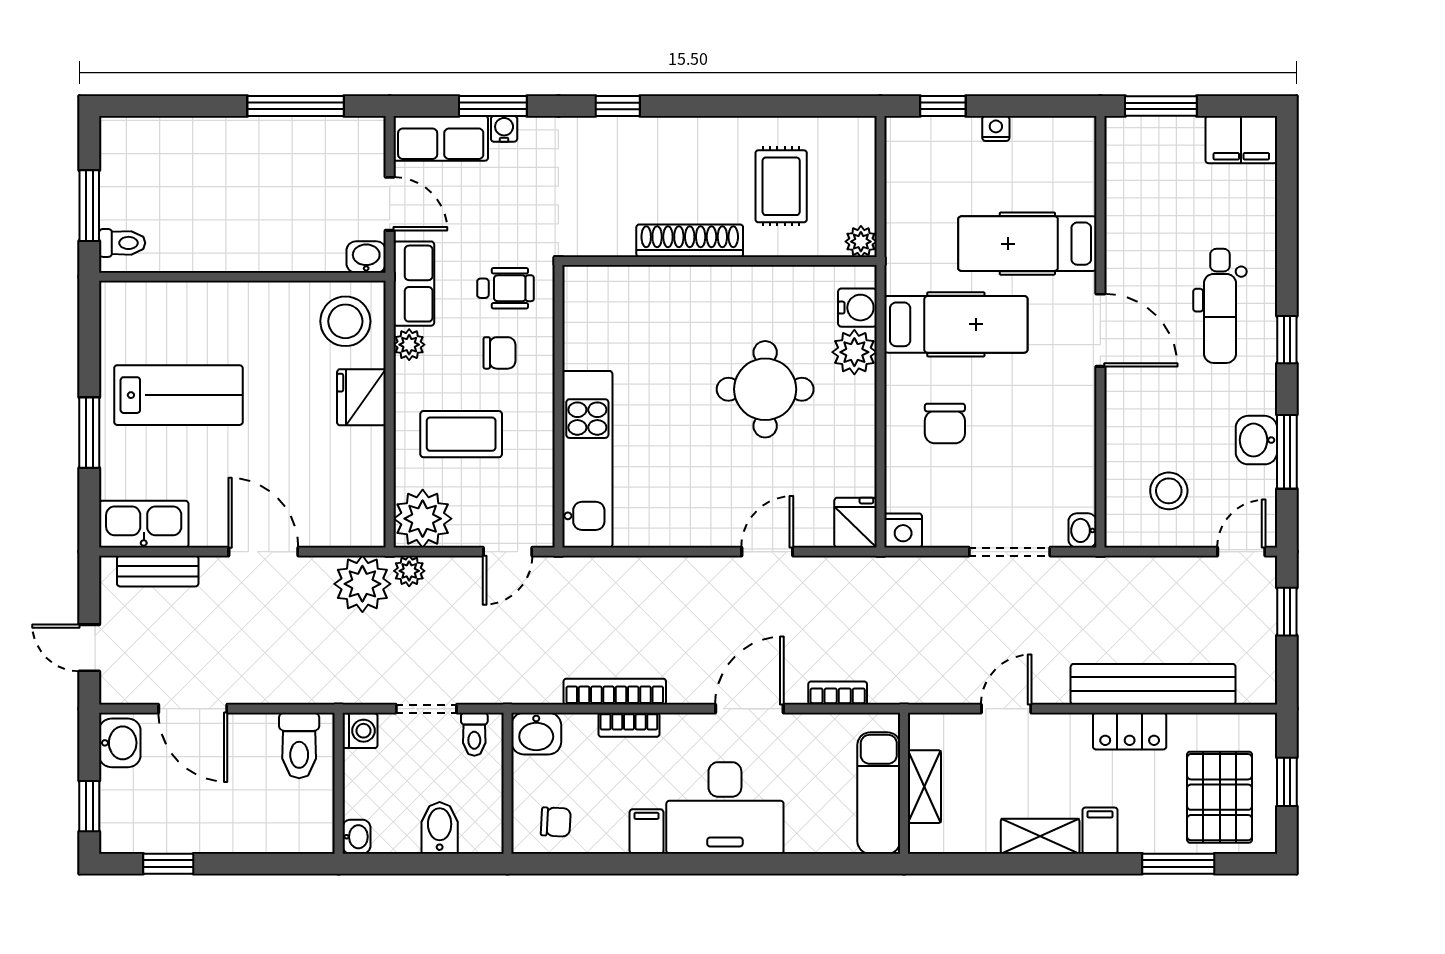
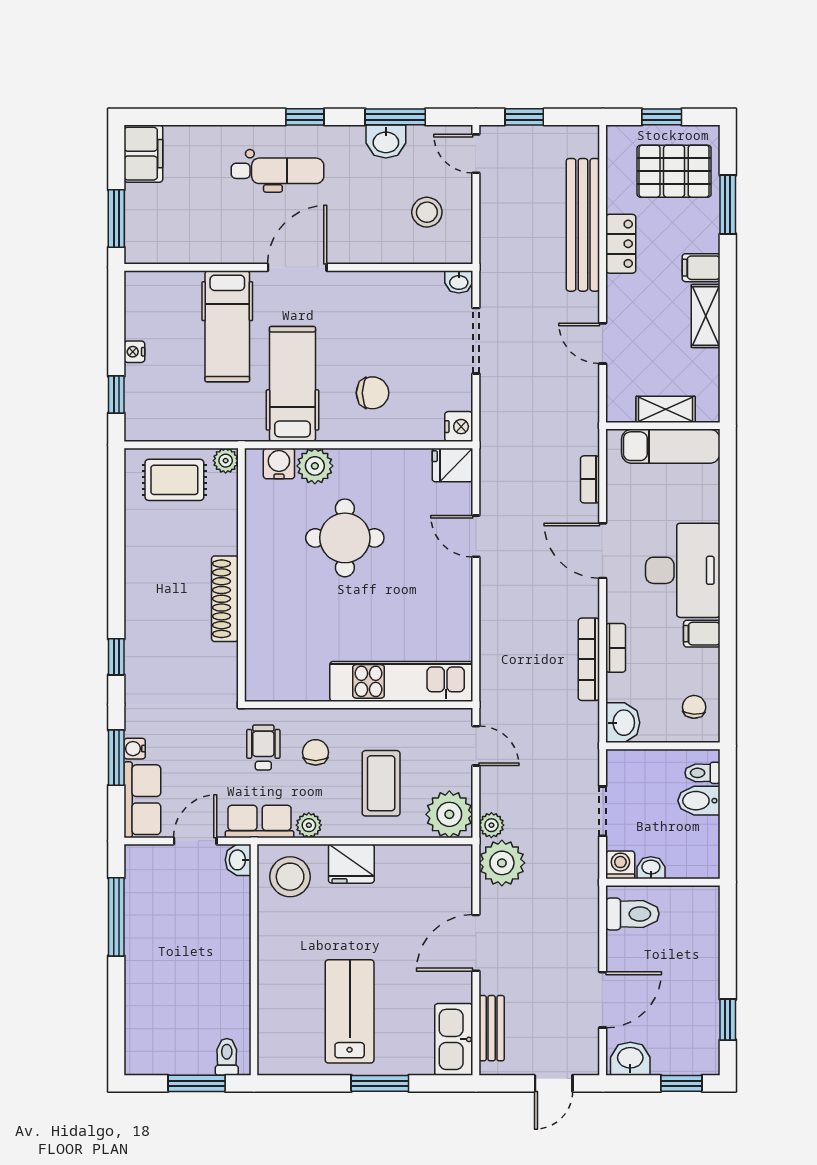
rug: (781, 186) -> (174, 480), moved
toilet: (474, 734) -> (702, 773), moved, turned 180
washbasin: (356, 837) -> (651, 868), moved

